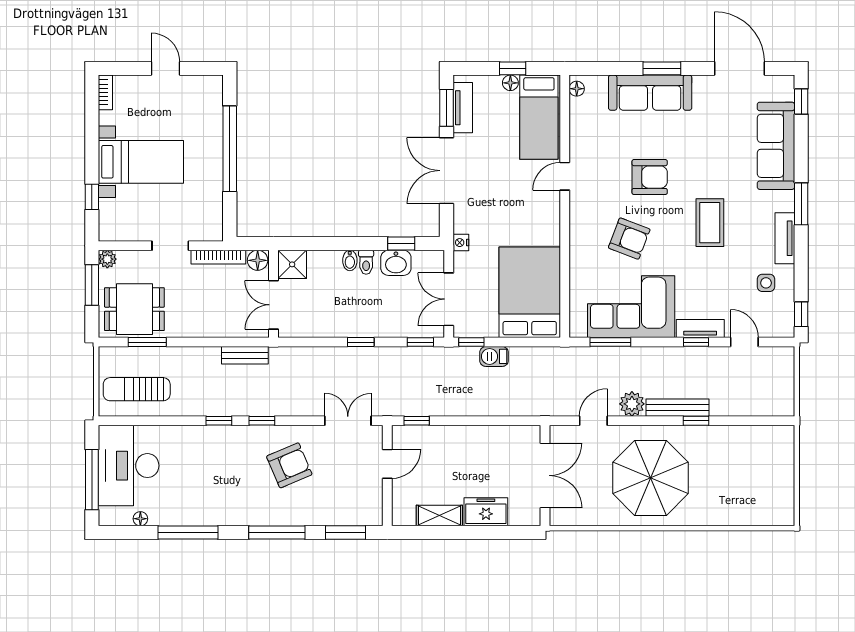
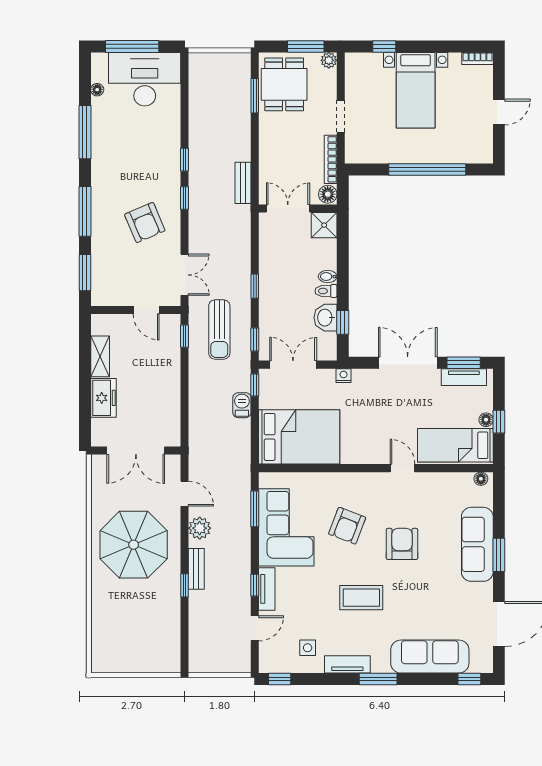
armchair: (650, 177) -> (402, 544), turned 180
sun lounger: (137, 389) -> (219, 330), moved, turned 180
bench: (678, 408) -> (196, 569), width x0.73

